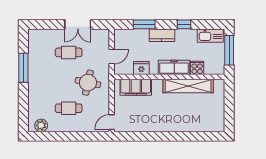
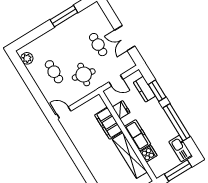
window: (184, 24) -> (177, 122), width x3.17
kitchen counter: (162, 35) -> (144, 89), moved
filing cabinet: (136, 87) -> (108, 123), moved

